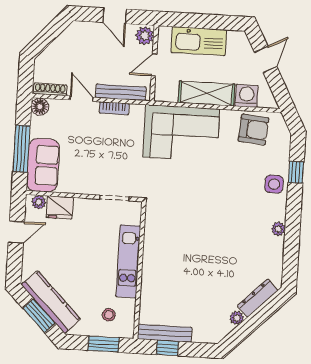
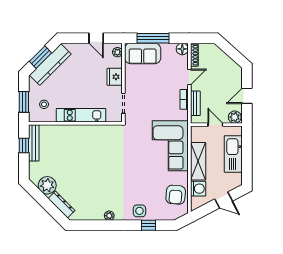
bench: (121, 92) -> (195, 103), width x0.73
fridge: (60, 207) -> (115, 77), moved
plant: (237, 318) -> (47, 185), width x1.87, depth x1.87

